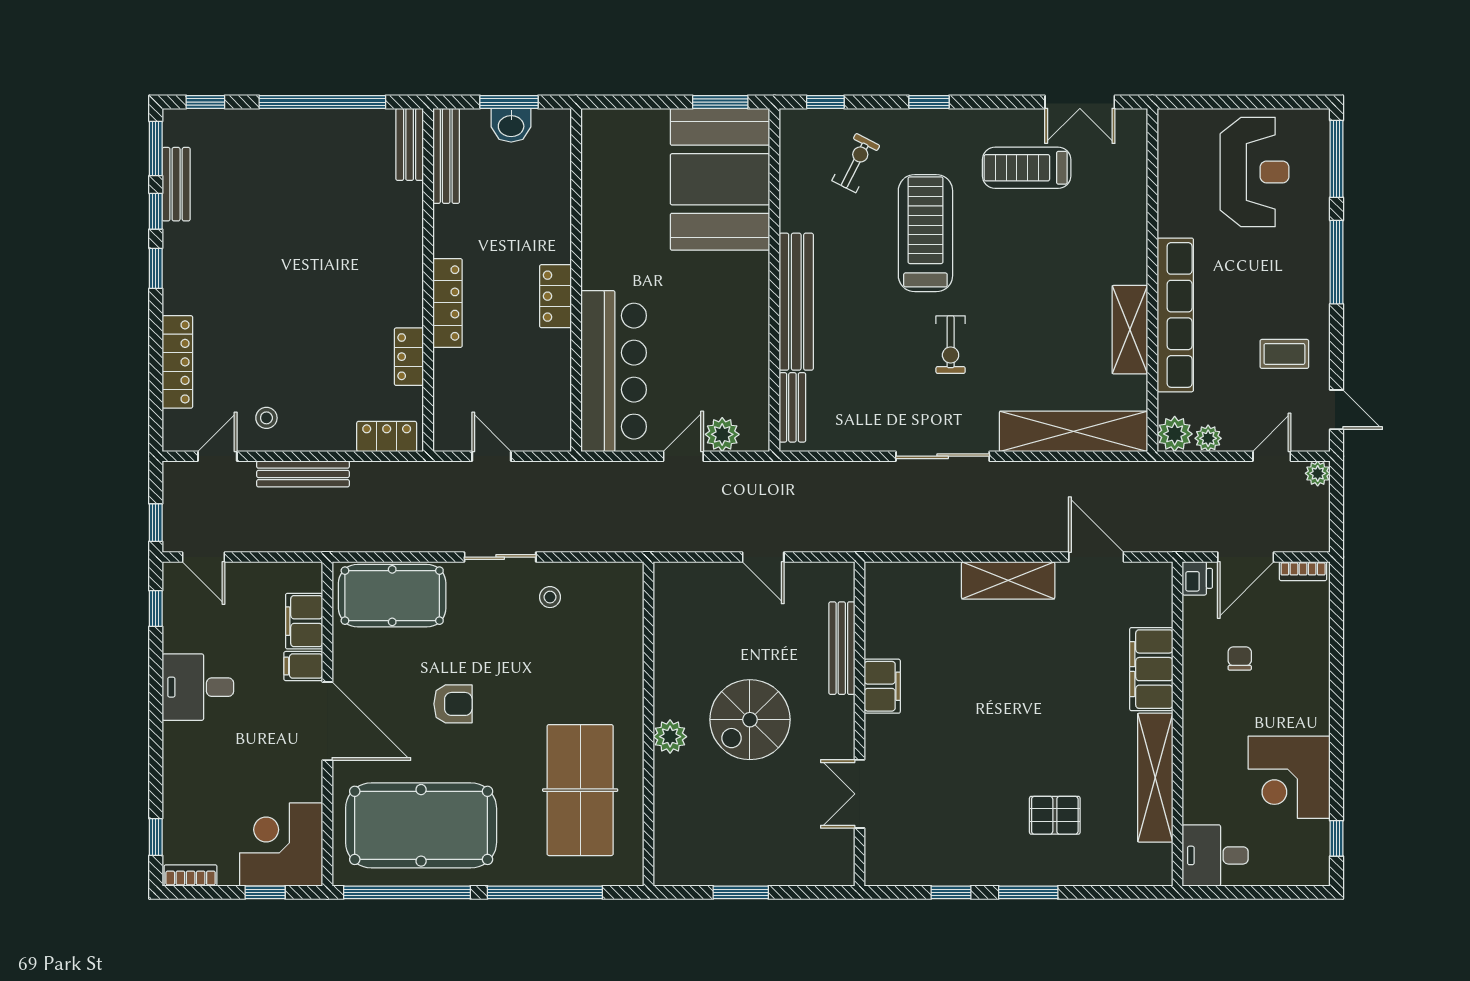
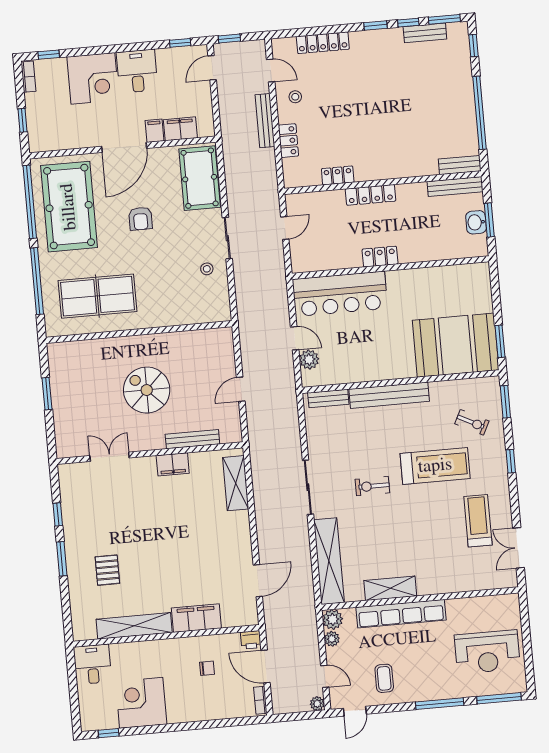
window: (825, 102) -> (505, 402), width x1.50
locker: (387, 436) -> (288, 141), moved
shelving: (1008, 580) -> (236, 483), moved
plant: (670, 737) -> (133, 345), removed
corner desk: (281, 844) -> (93, 78), moved, turned 90

